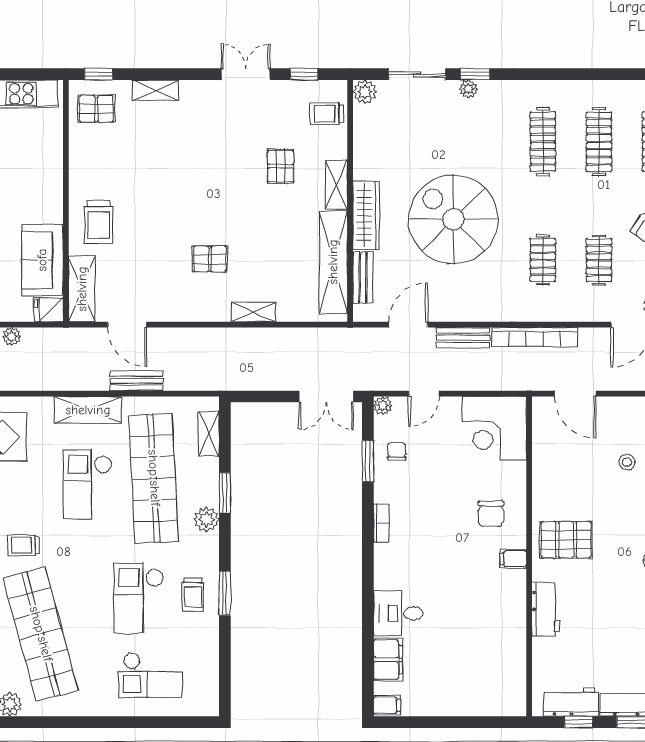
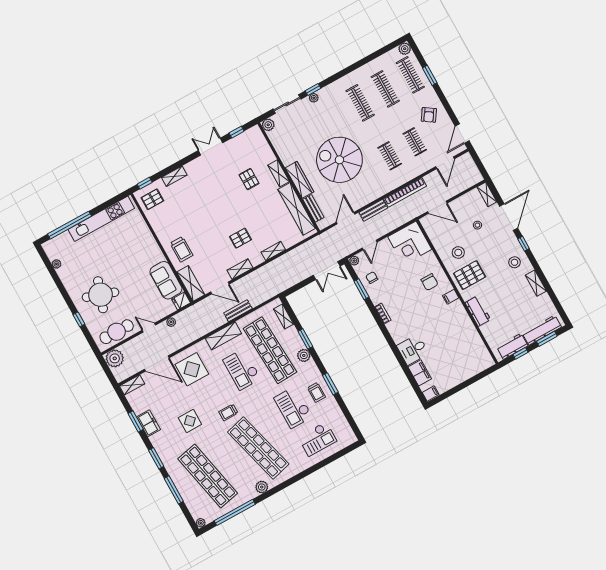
trolley: (327, 114) -> (256, 144), removed
shelving: (180, 311) -> (240, 269), added
stool: (568, 491) -> (458, 252), added

